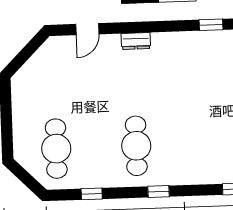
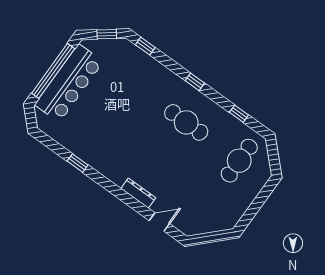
dresser: (136, 41) -> (138, 193), width x1.44
cafe table: (136, 146) -> (186, 122), turned 90

